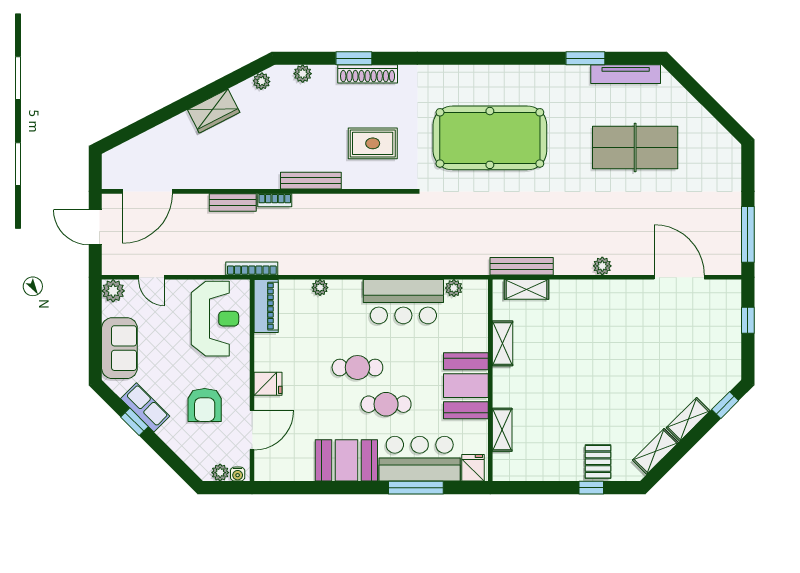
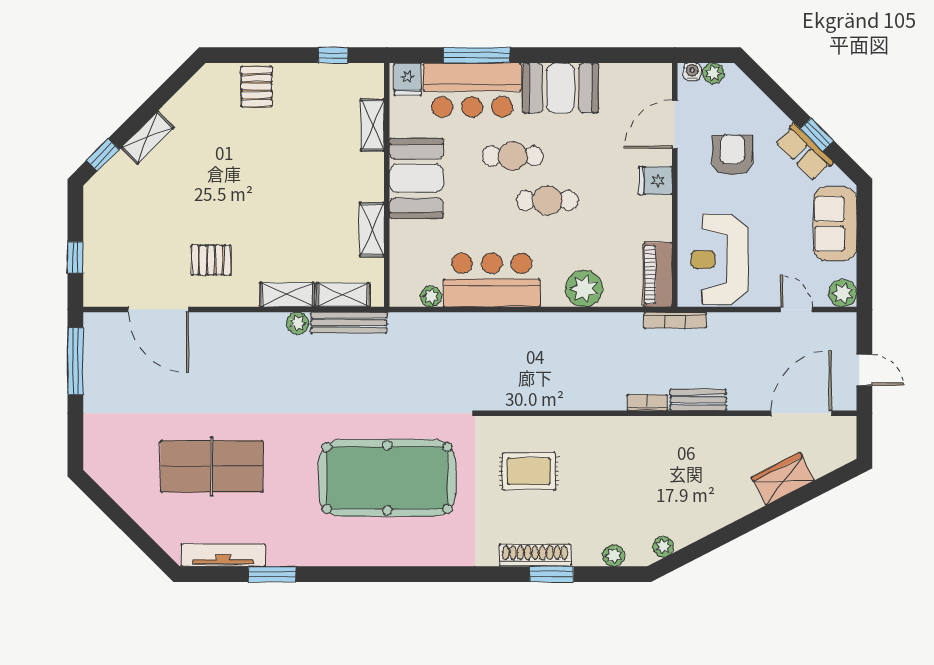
wardrobe: (214, 111) -> (783, 479), moved
bench: (311, 181) -> (604, 426), removed
door: (95, 227) -> (864, 370), width x0.73
plant: (602, 266) -> (298, 323), moved
plant: (320, 288) -> (584, 288), width x1.88, depth x1.88
pallet: (636, 318) -> (211, 260), added
shelving: (655, 451) -> (287, 295), moved, turned 45
window: (591, 488) -> (333, 55), moved

